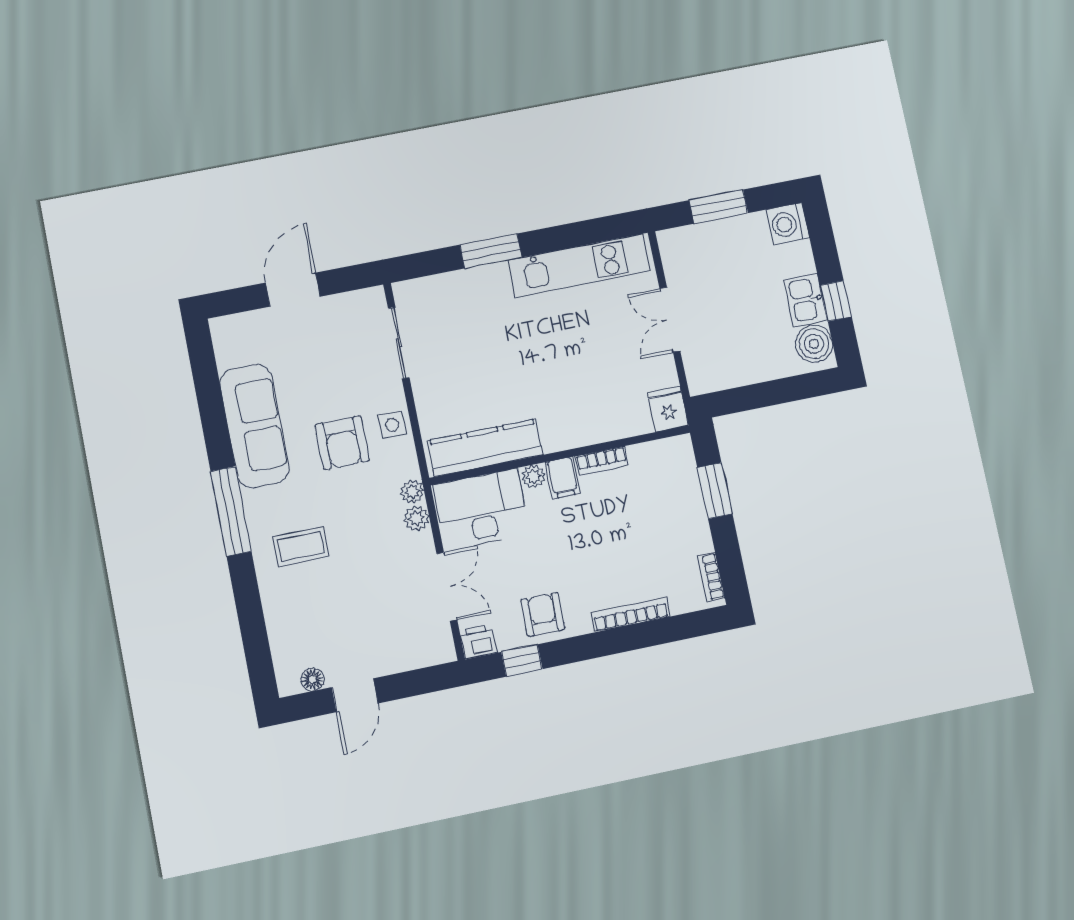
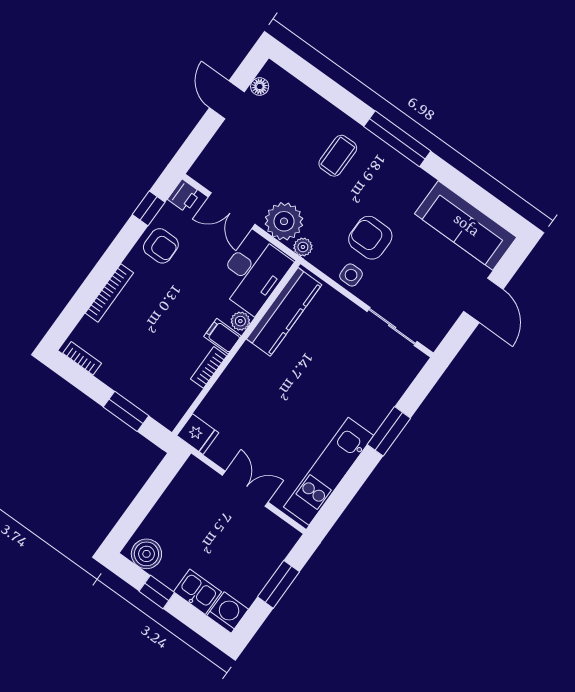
kitchen sink: (805, 300) -> (198, 592), moved
sofa: (254, 426) -> (466, 226), moved
plant: (416, 518) -> (284, 221), width x1.87, depth x1.87

